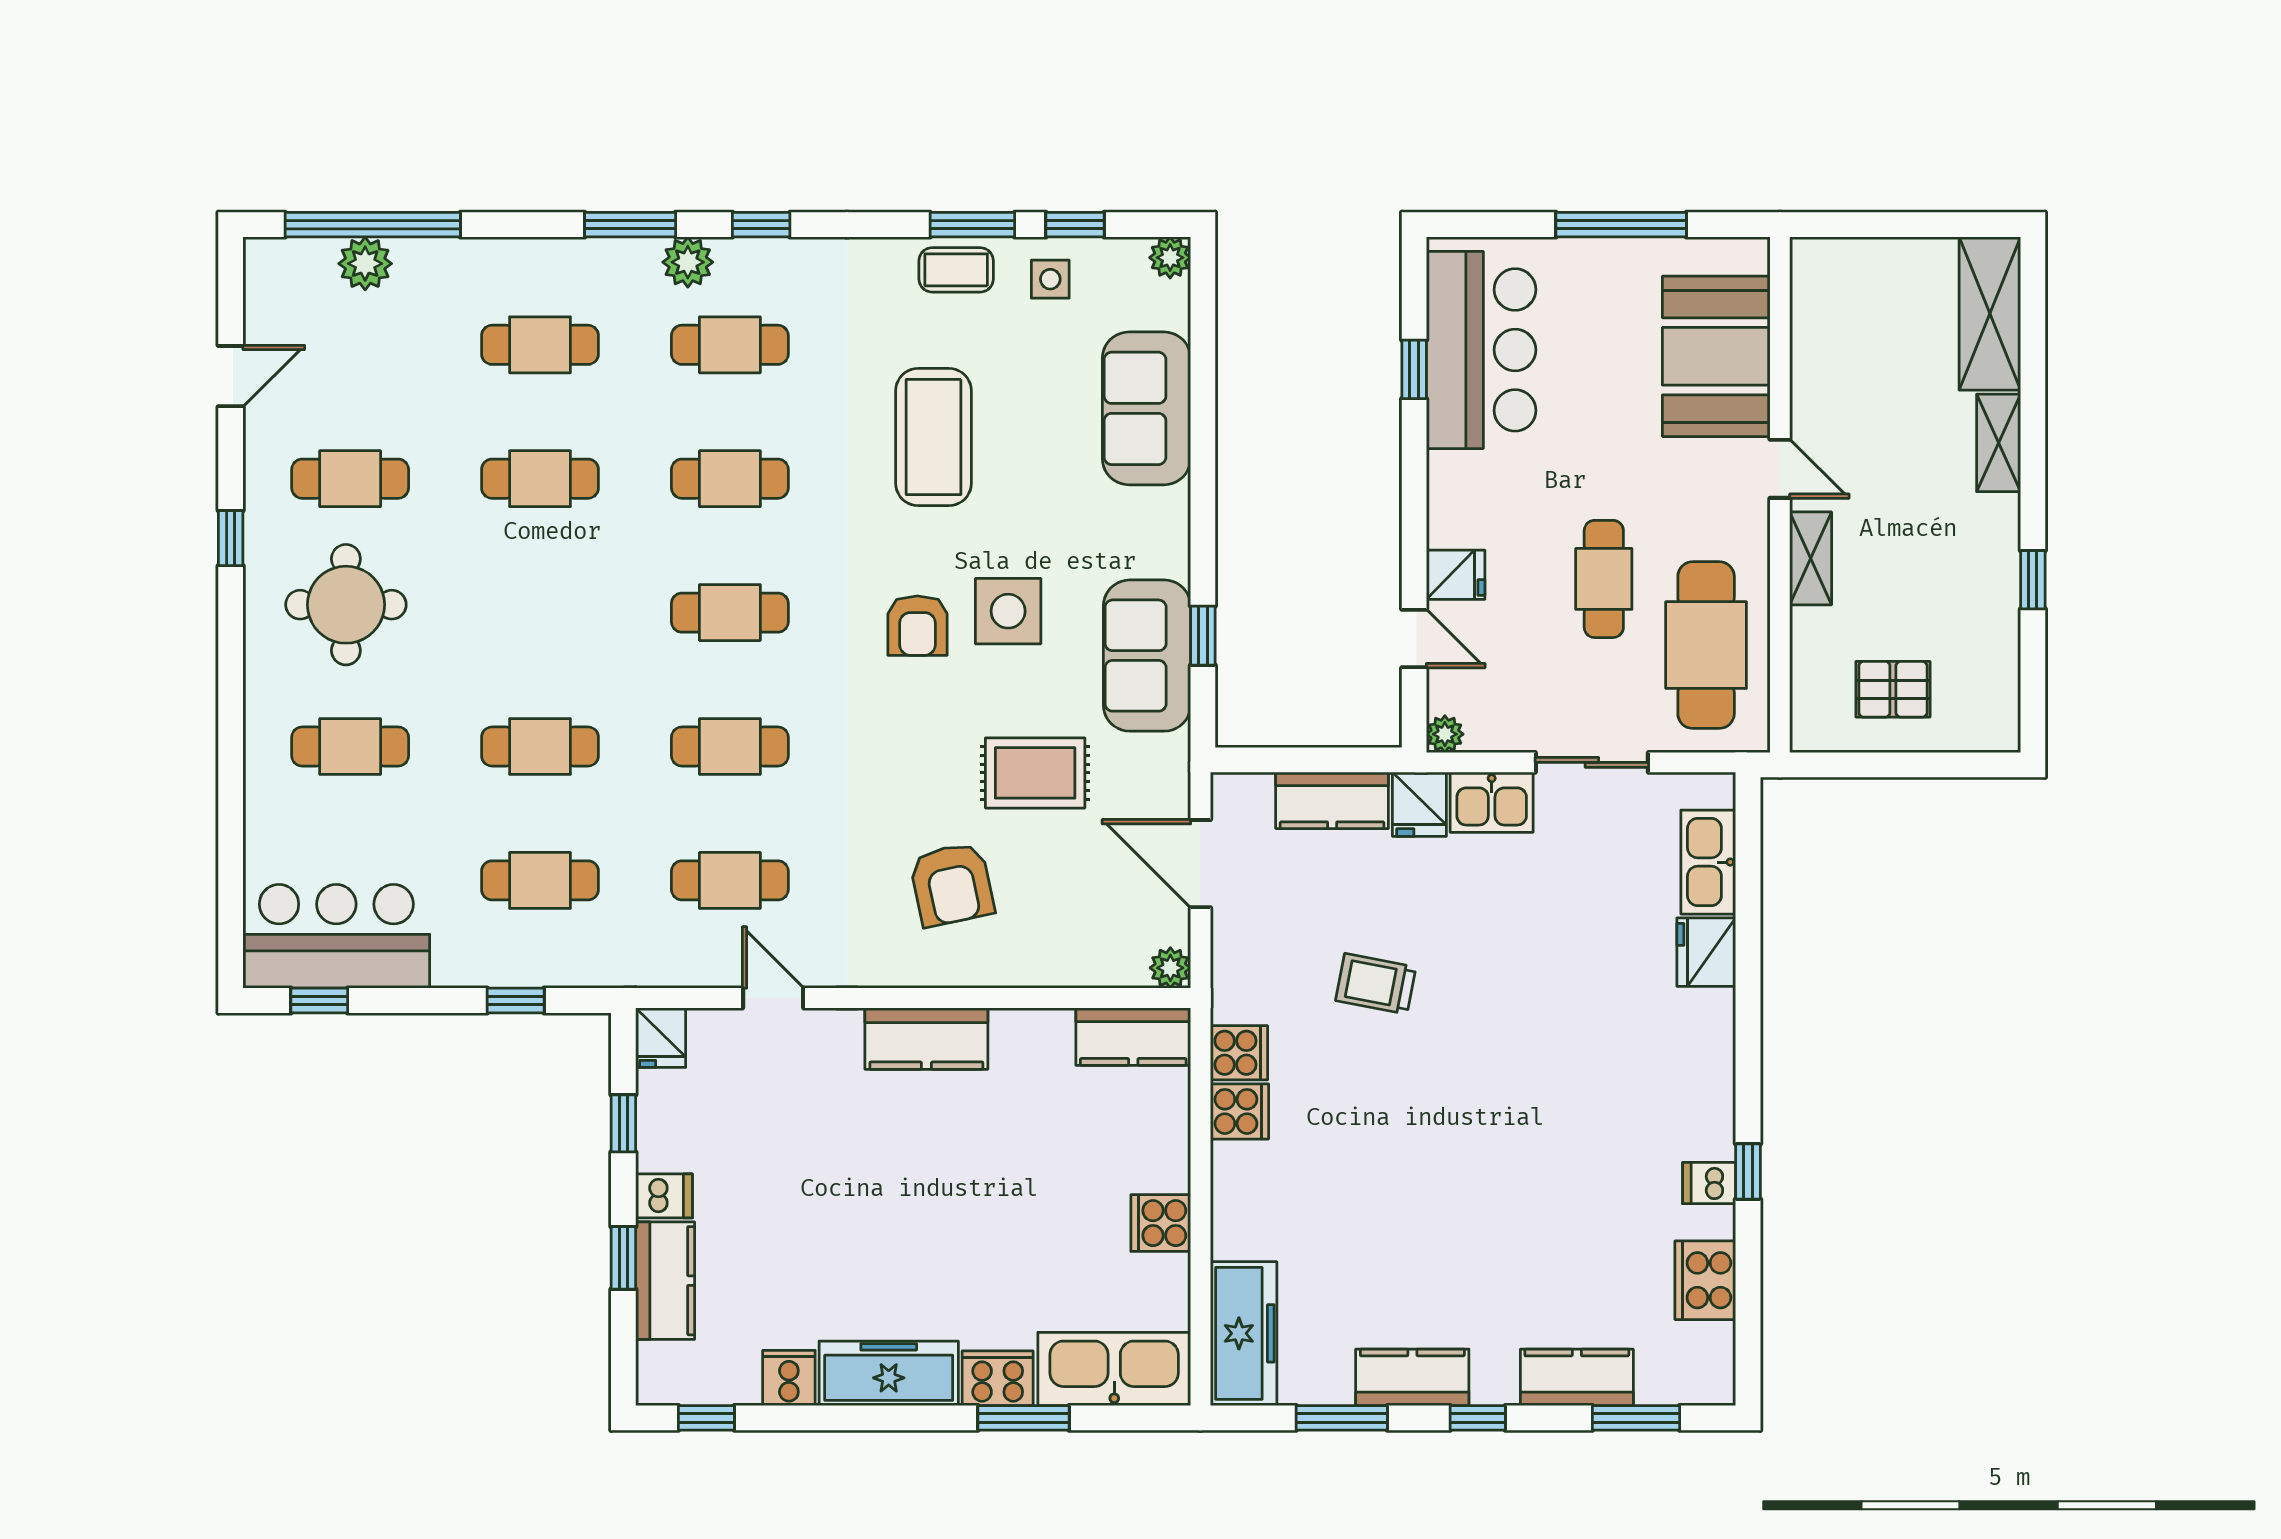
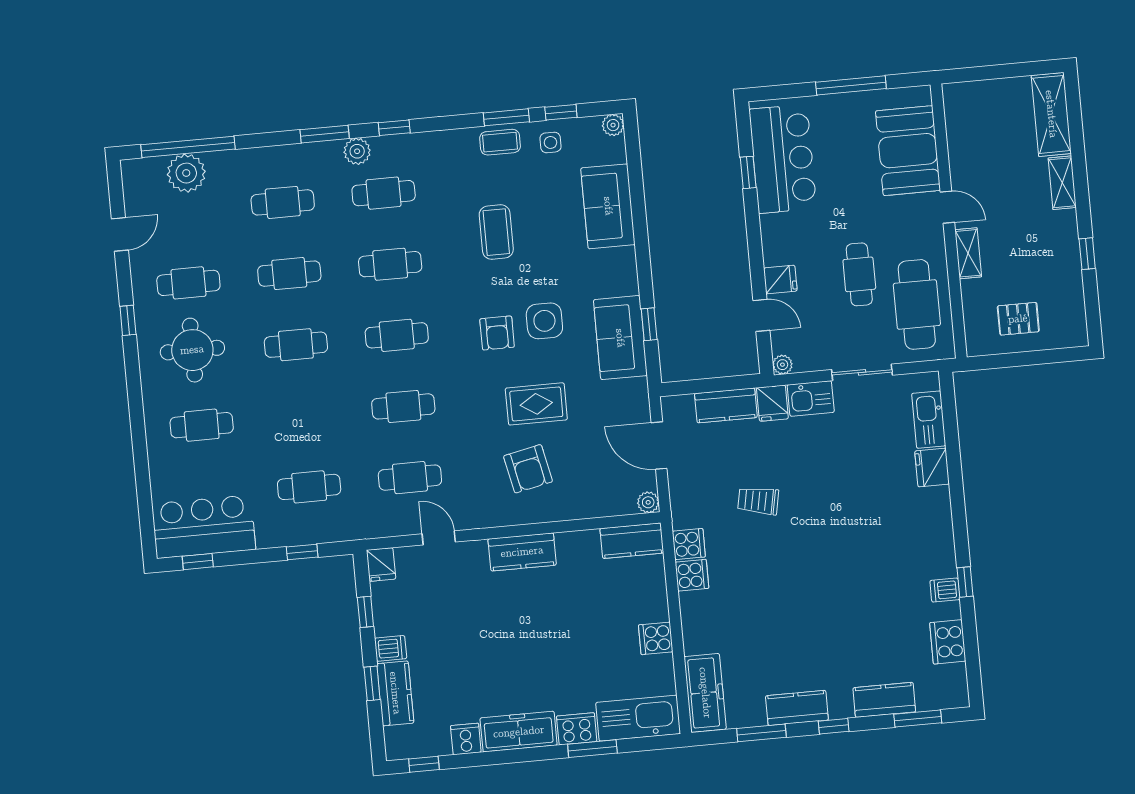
plant: (365, 264) -> (186, 173), width x1.36, depth x1.36
coffee table: (933, 437) -> (496, 232), width x0.73, depth x0.76
cafe table: (540, 746) -> (296, 345), moved
rug: (1035, 773) -> (536, 404), moved

